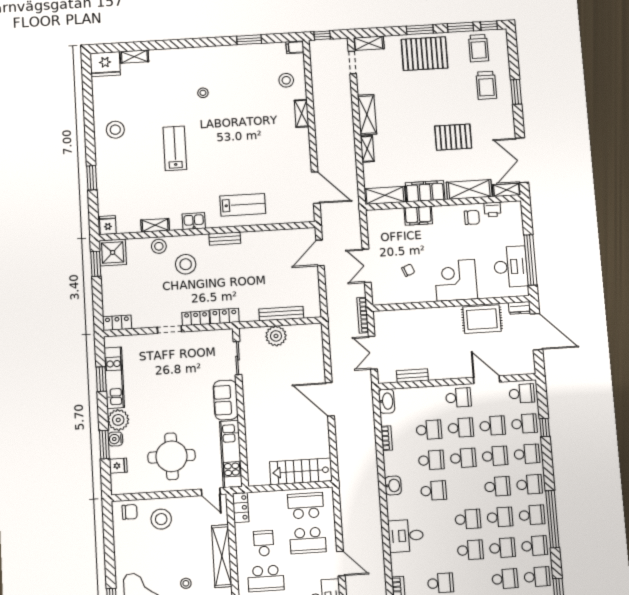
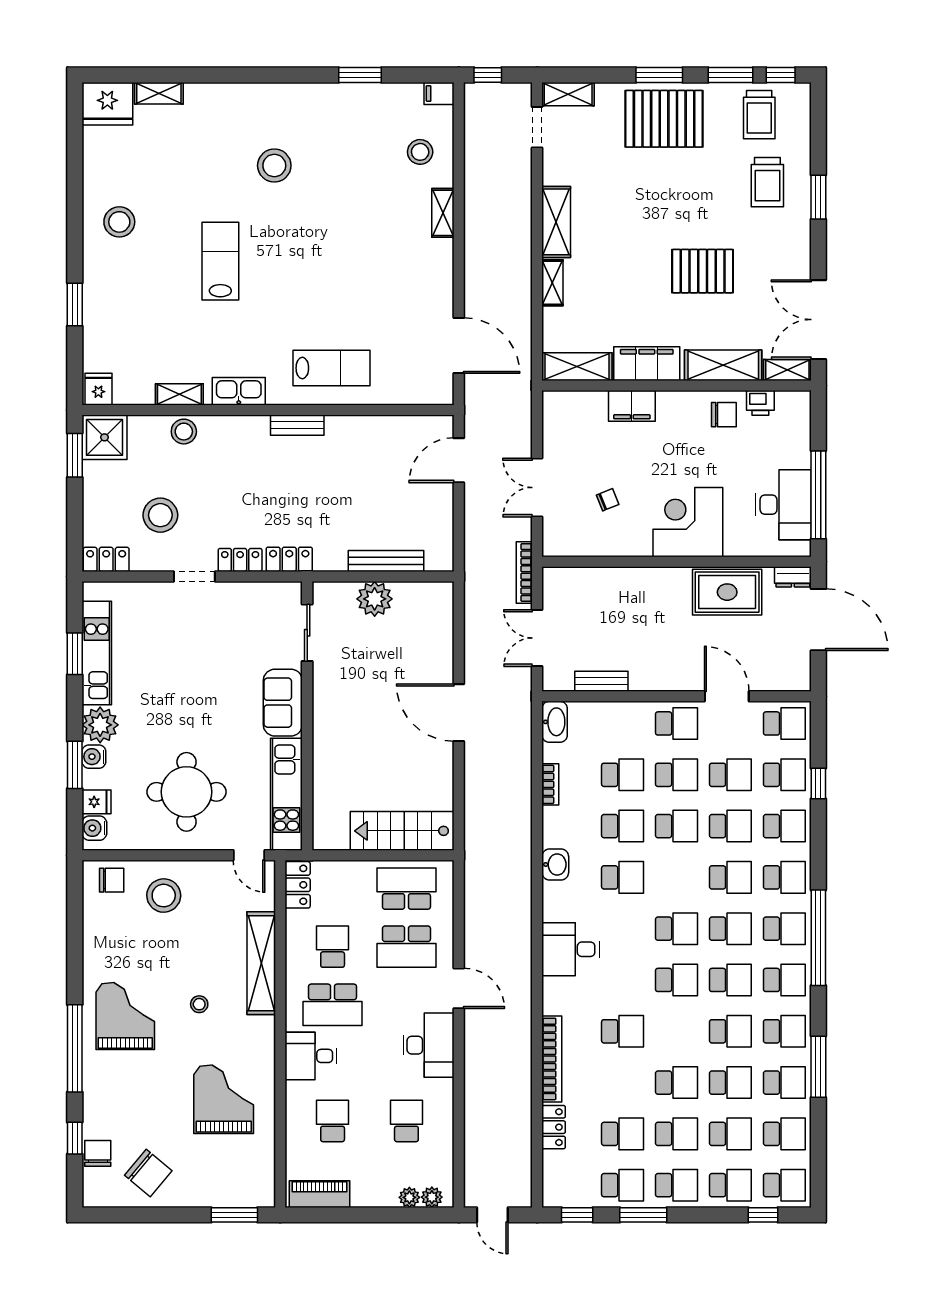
stool: (203, 93) -> (274, 166), width x1.89, depth x1.89
kitchen sink: (194, 221) -> (239, 391), width x1.38
stool: (186, 264) -> (160, 515), moved
water cooler: (118, 481) -> (94, 828), added

